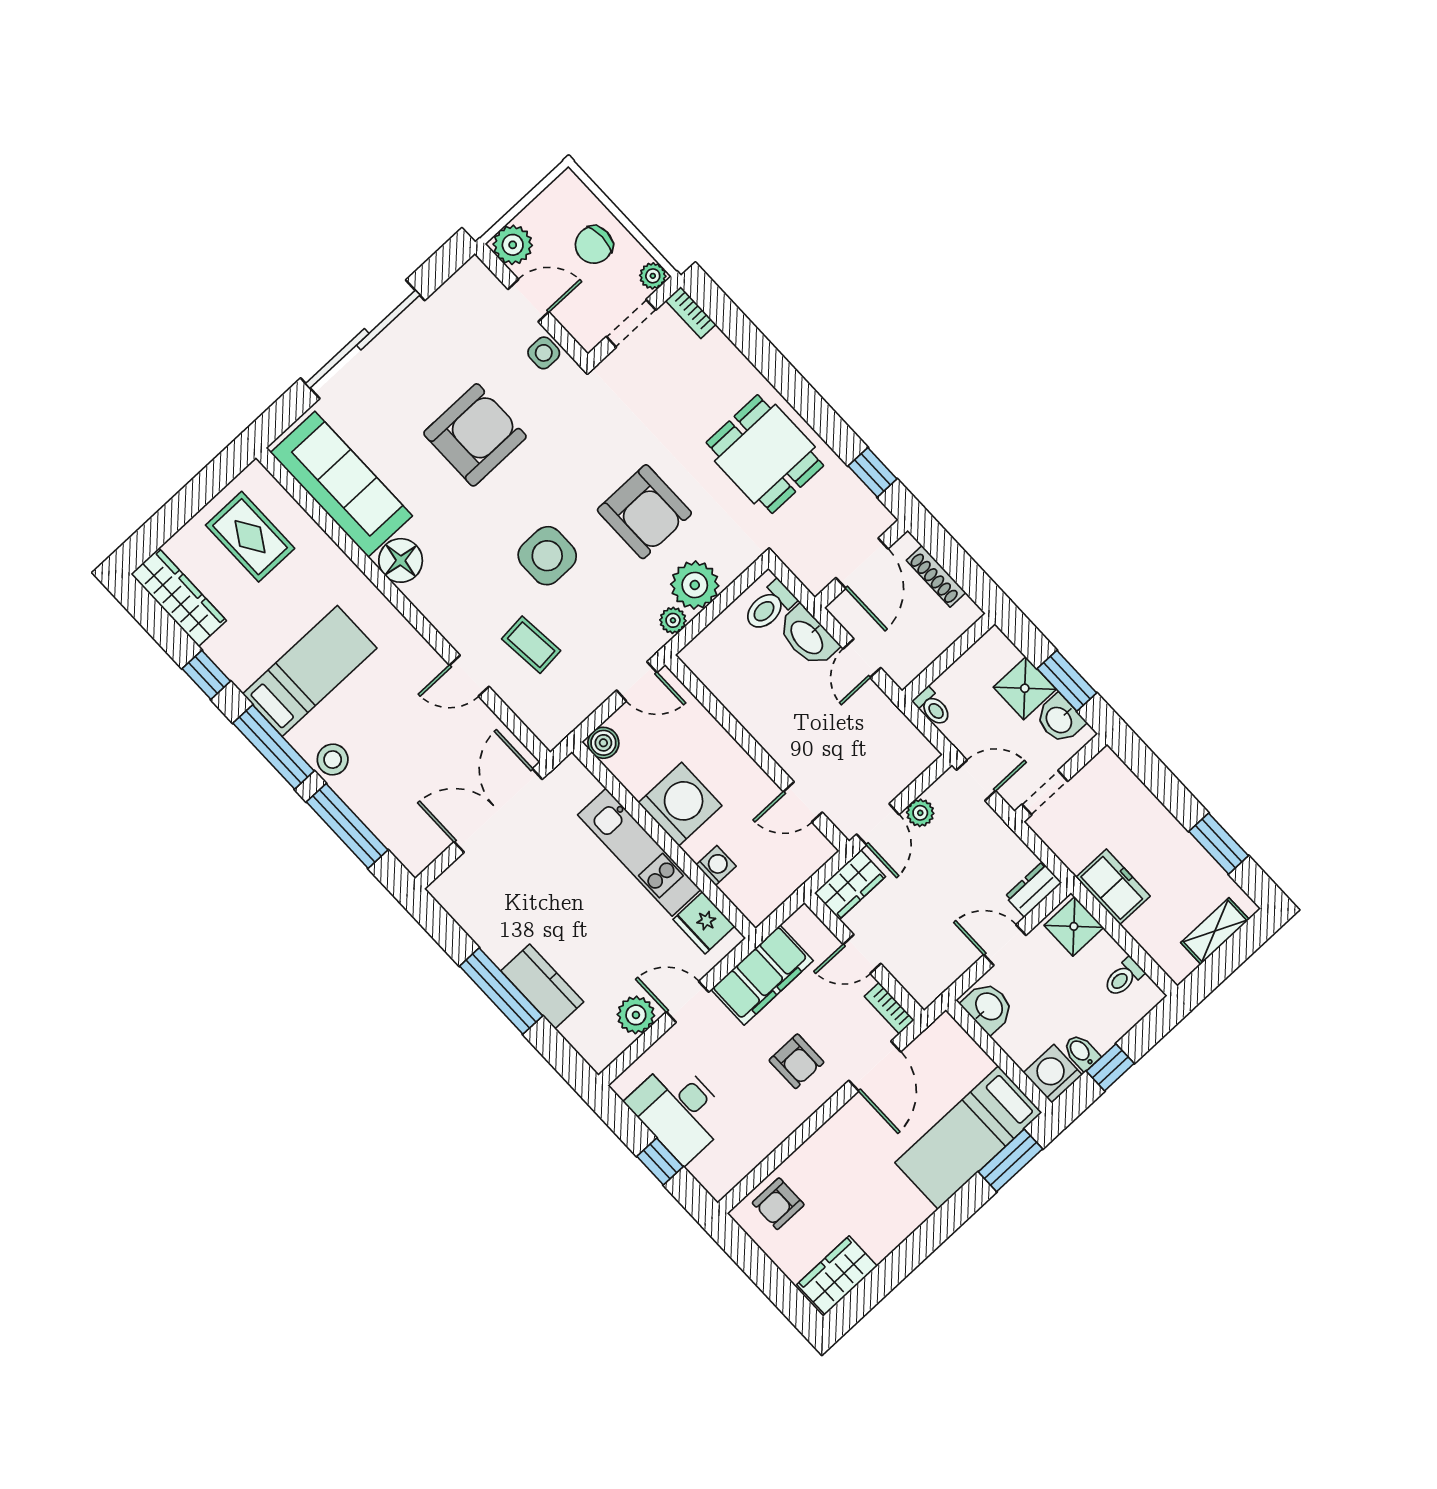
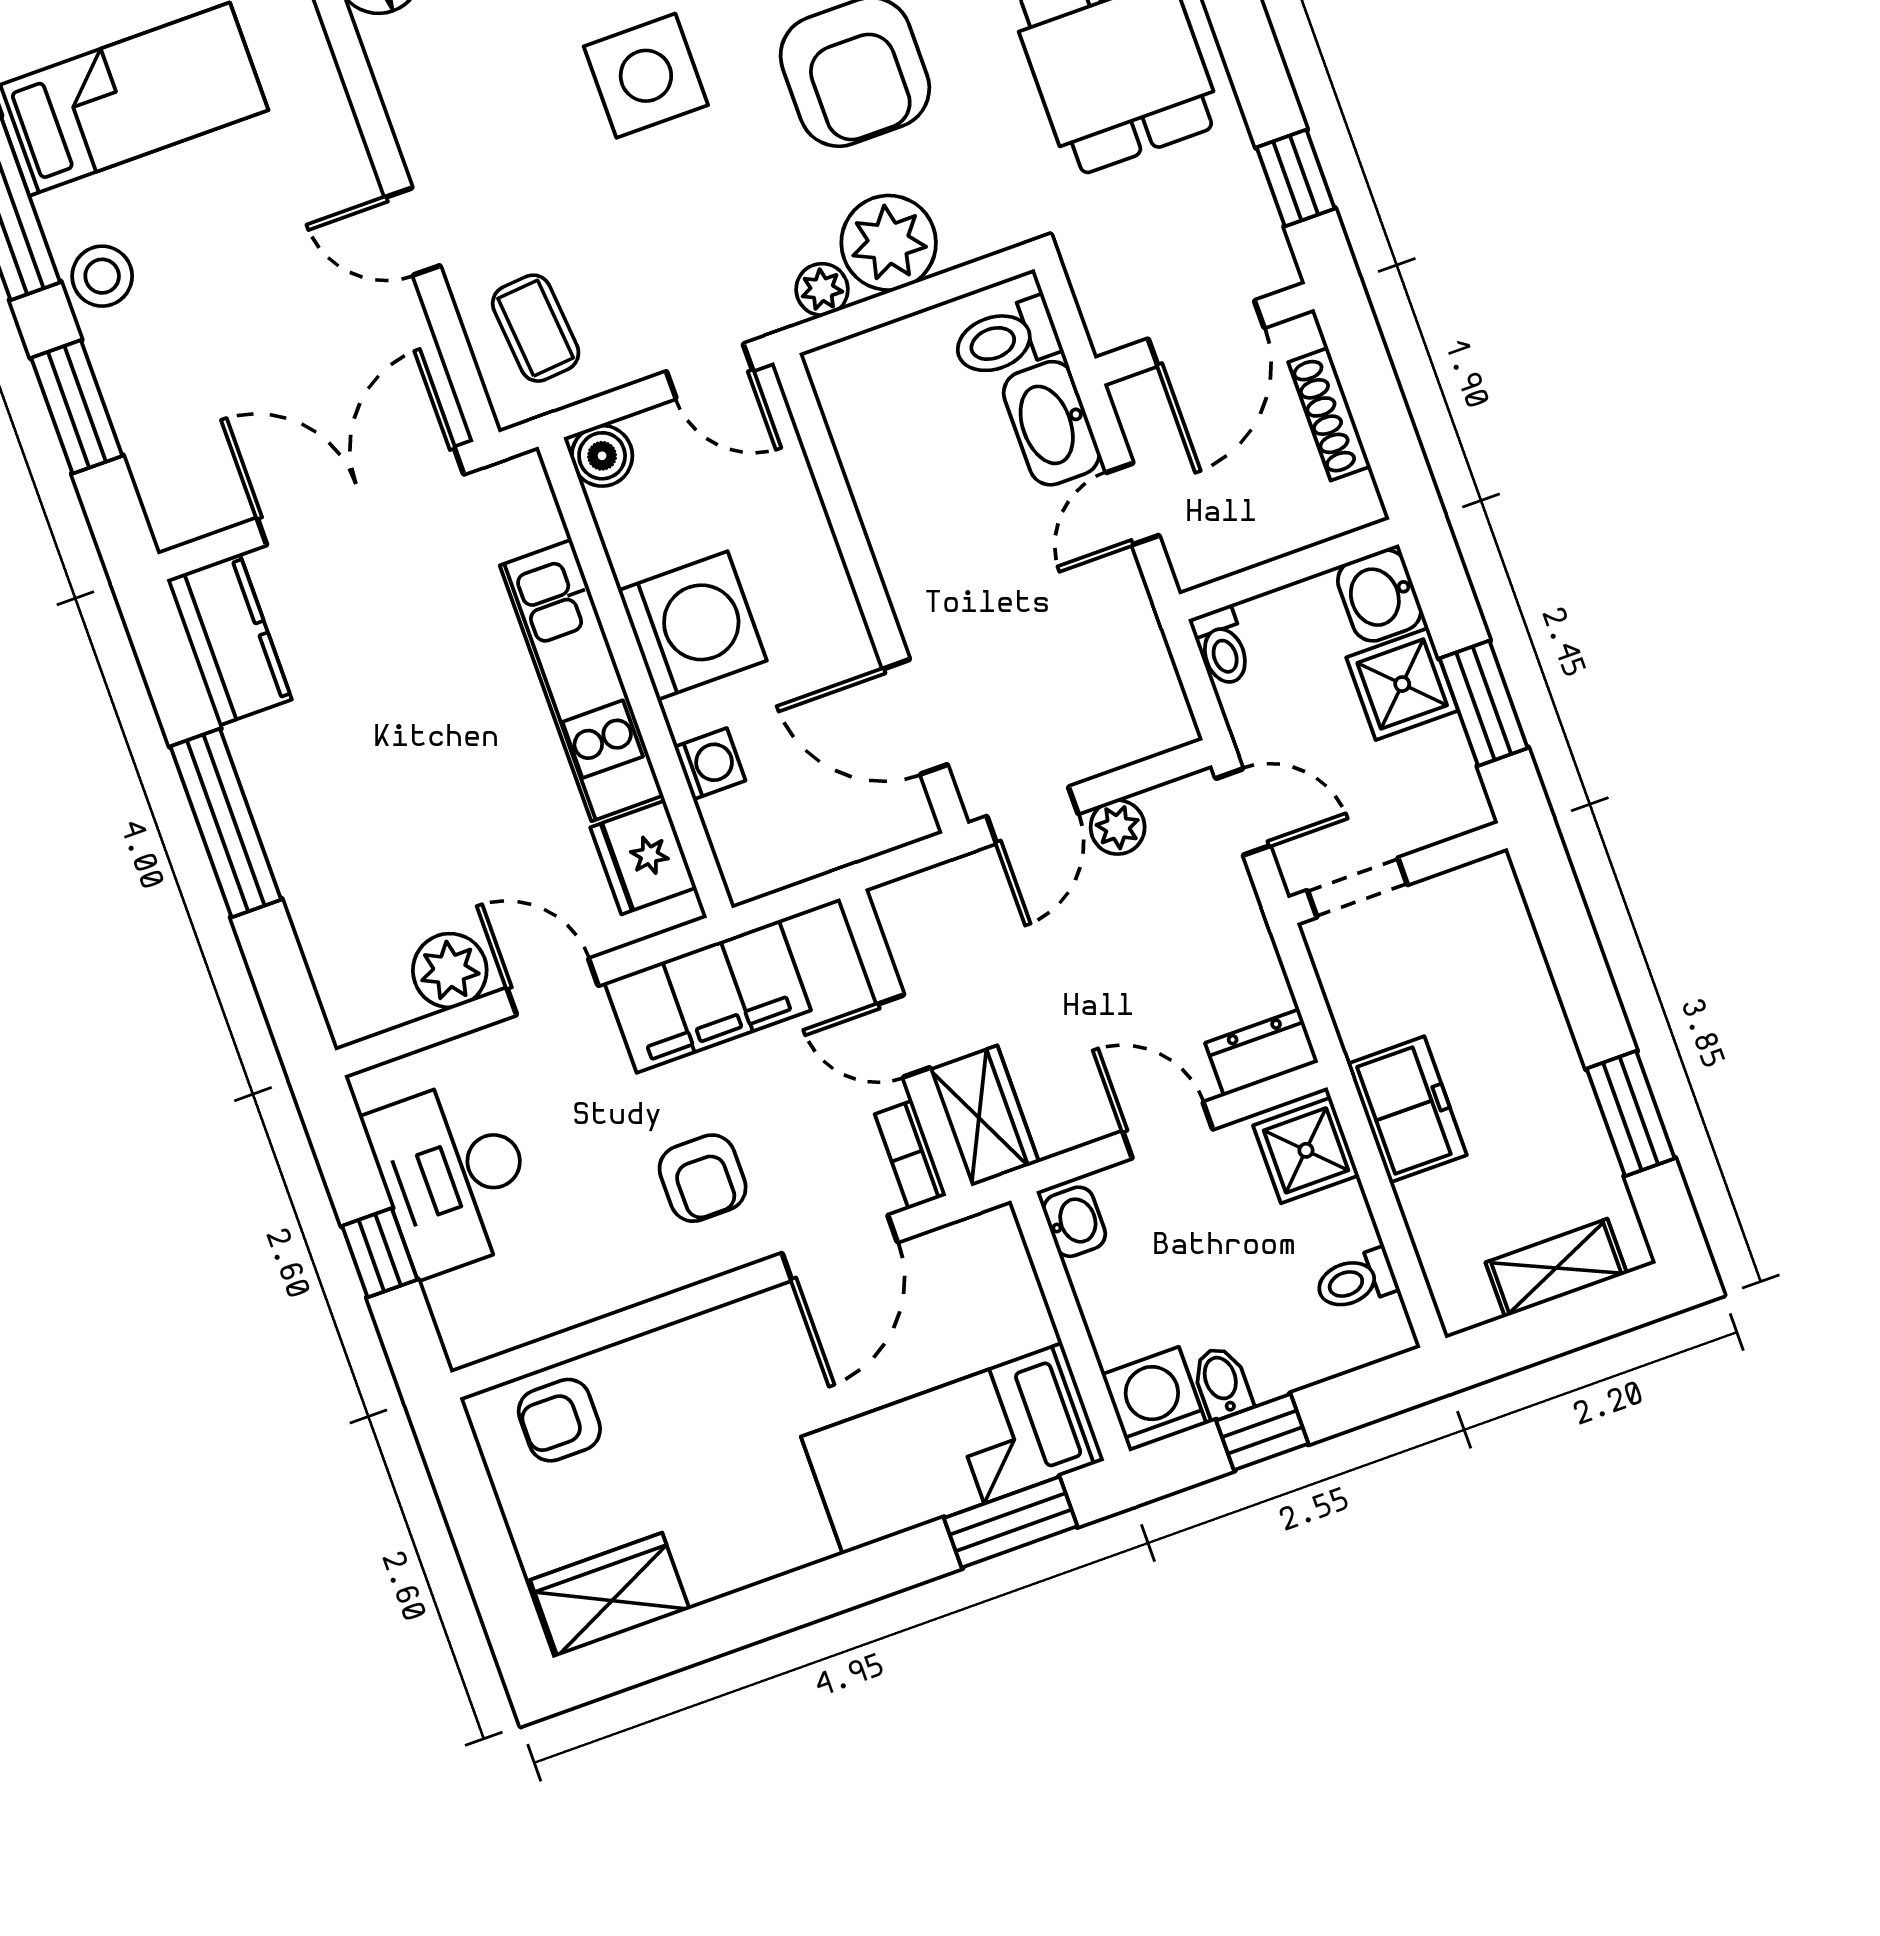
coffee table: (531, 645) -> (536, 328), moved
washbasin: (1060, 719) -> (1379, 595), moved
door: (803, 802) -> (915, 717), width x1.38
window: (347, 826) -> (77, 407), width x0.69
wardrobe: (850, 885) -> (984, 1116), moved, turned -90
kitchen counter: (542, 986) -> (229, 640), moved
washbasin: (988, 1007) -> (1074, 1222), width x0.72, depth x0.69

